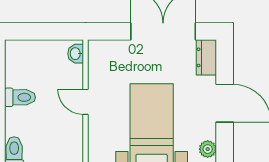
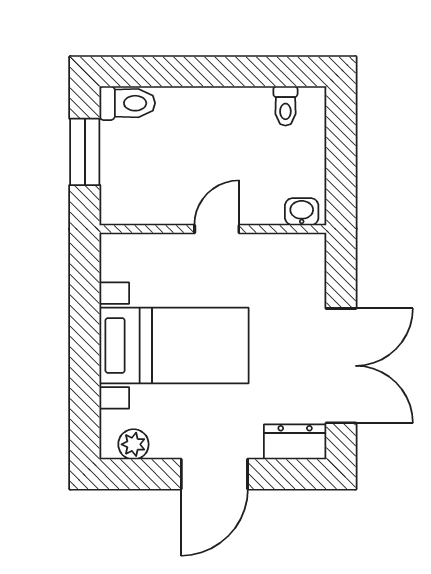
toilet: (20, 97) -> (285, 106), moved, width x0.73, depth x0.72

